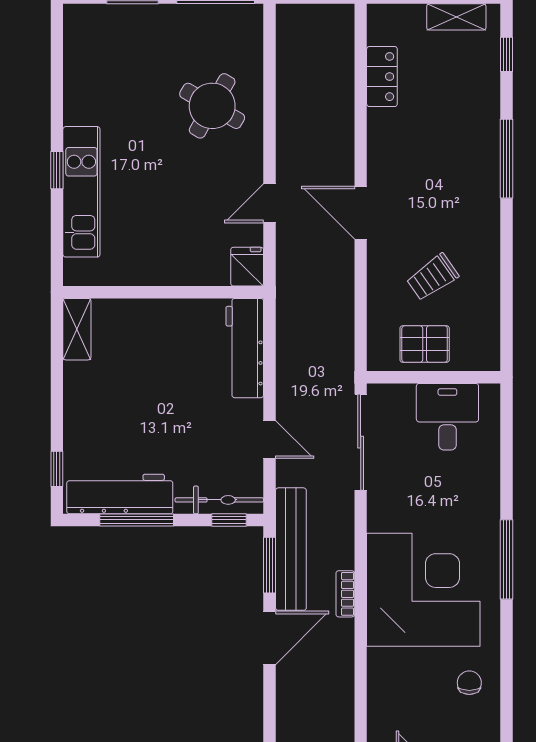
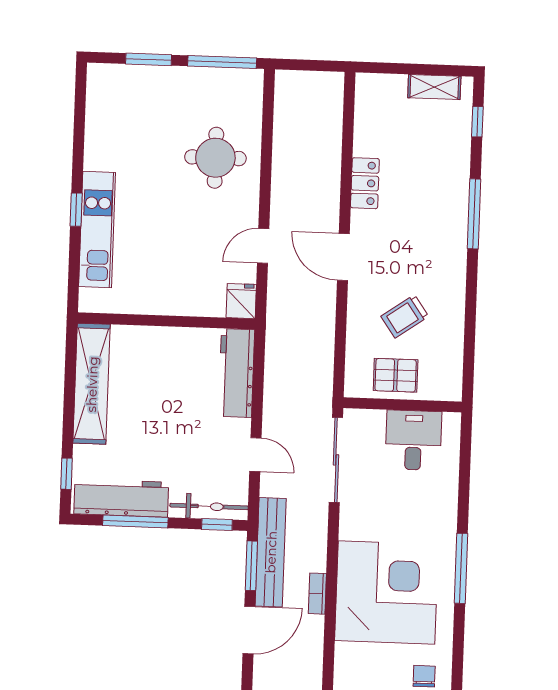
locker: (382, 77) -> (365, 183), moved
round table: (212, 106) -> (215, 158), turned -30
shelving: (77, 329) -> (92, 384), width x2.20, depth x1.33

